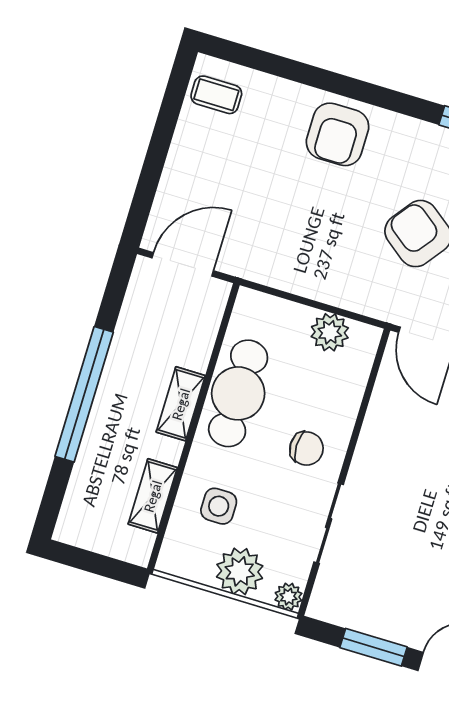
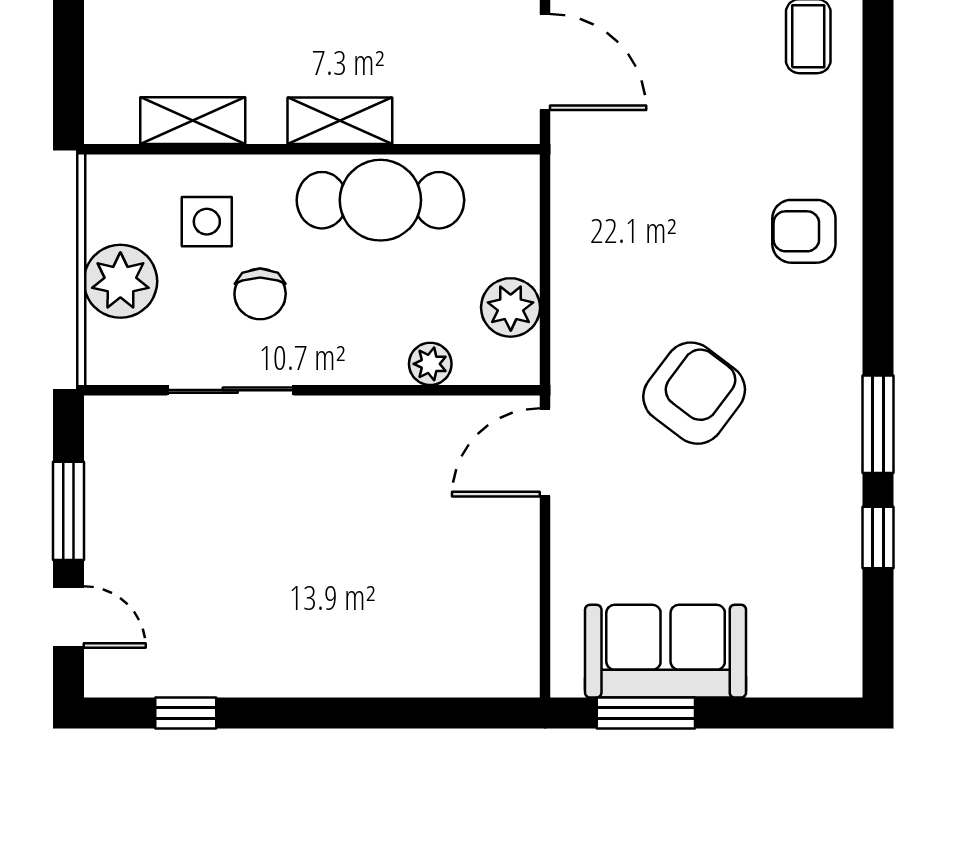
armchair: (338, 134) -> (804, 231), width x0.72, depth x0.72
chair: (306, 448) -> (260, 294), moved
plant: (288, 597) -> (430, 364), moved

